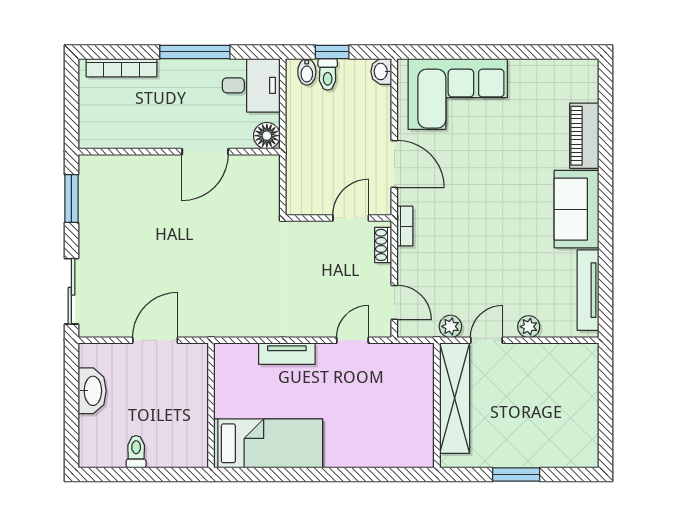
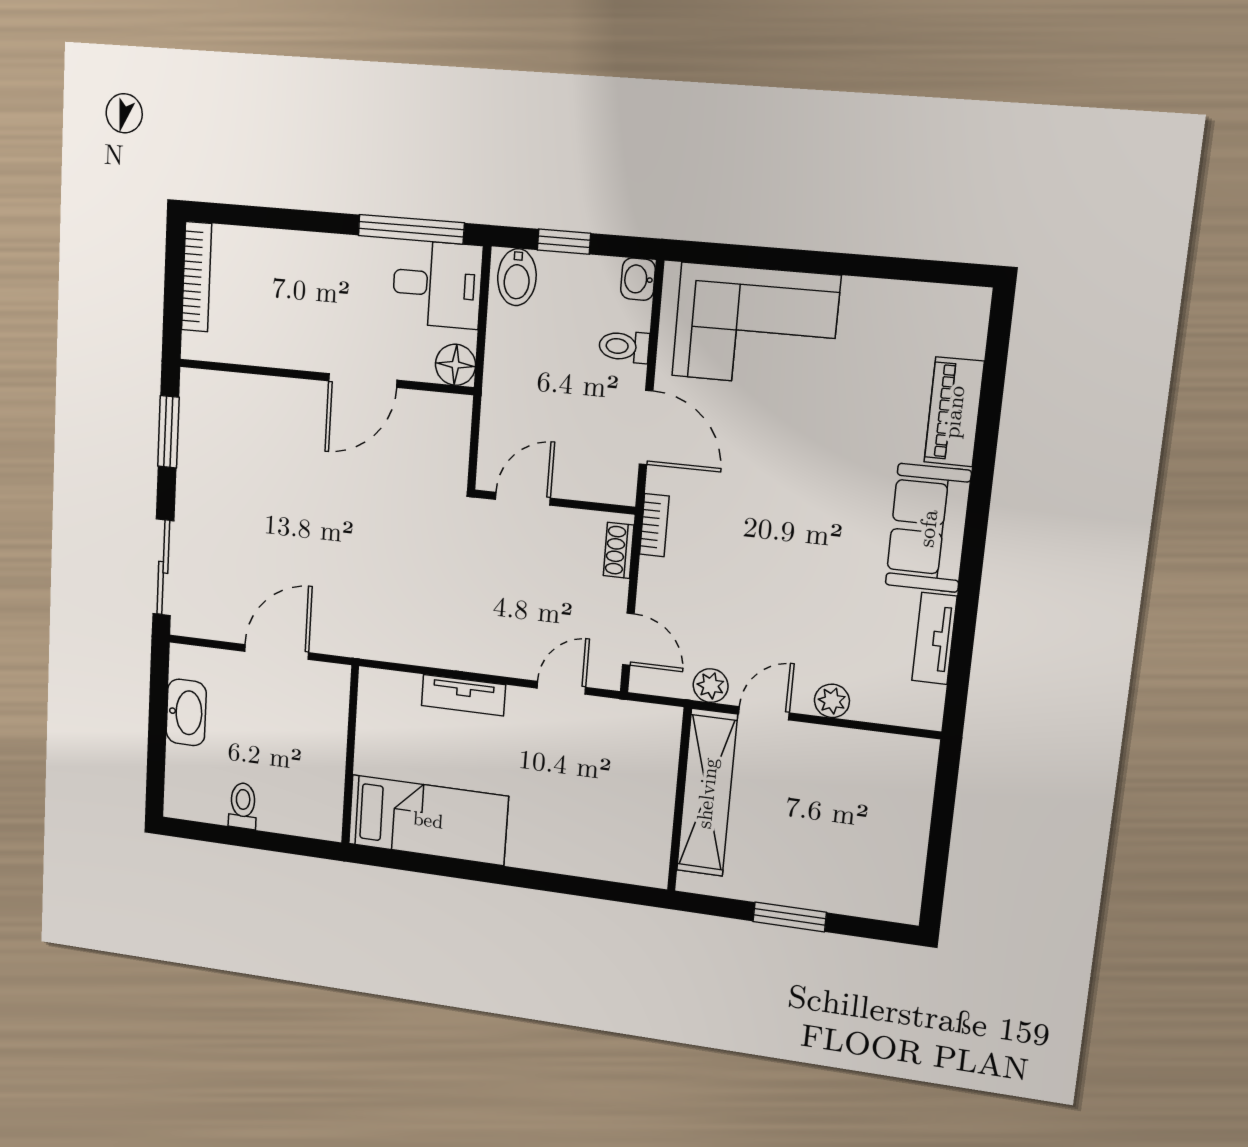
window: (195, 52) -> (411, 229), moved
bookcase: (122, 68) -> (197, 277), moved, turned -90
bidet: (307, 72) -> (517, 277), width x1.38, depth x1.36
toilet: (328, 74) -> (624, 347), moved, turned 90
door: (351, 218) -> (523, 499), moved
tv unit: (588, 290) -> (934, 638), width x0.71

